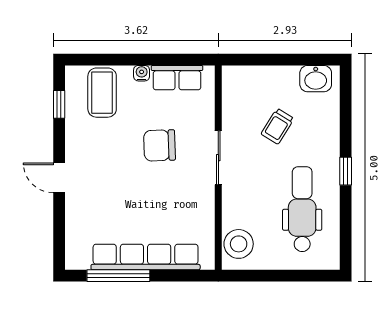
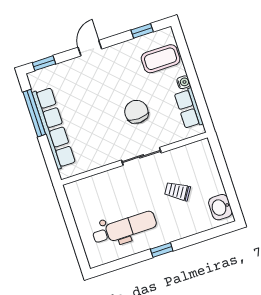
window: (59, 243) -> (44, 63), added
stool: (239, 244) -> (85, 191), removed

